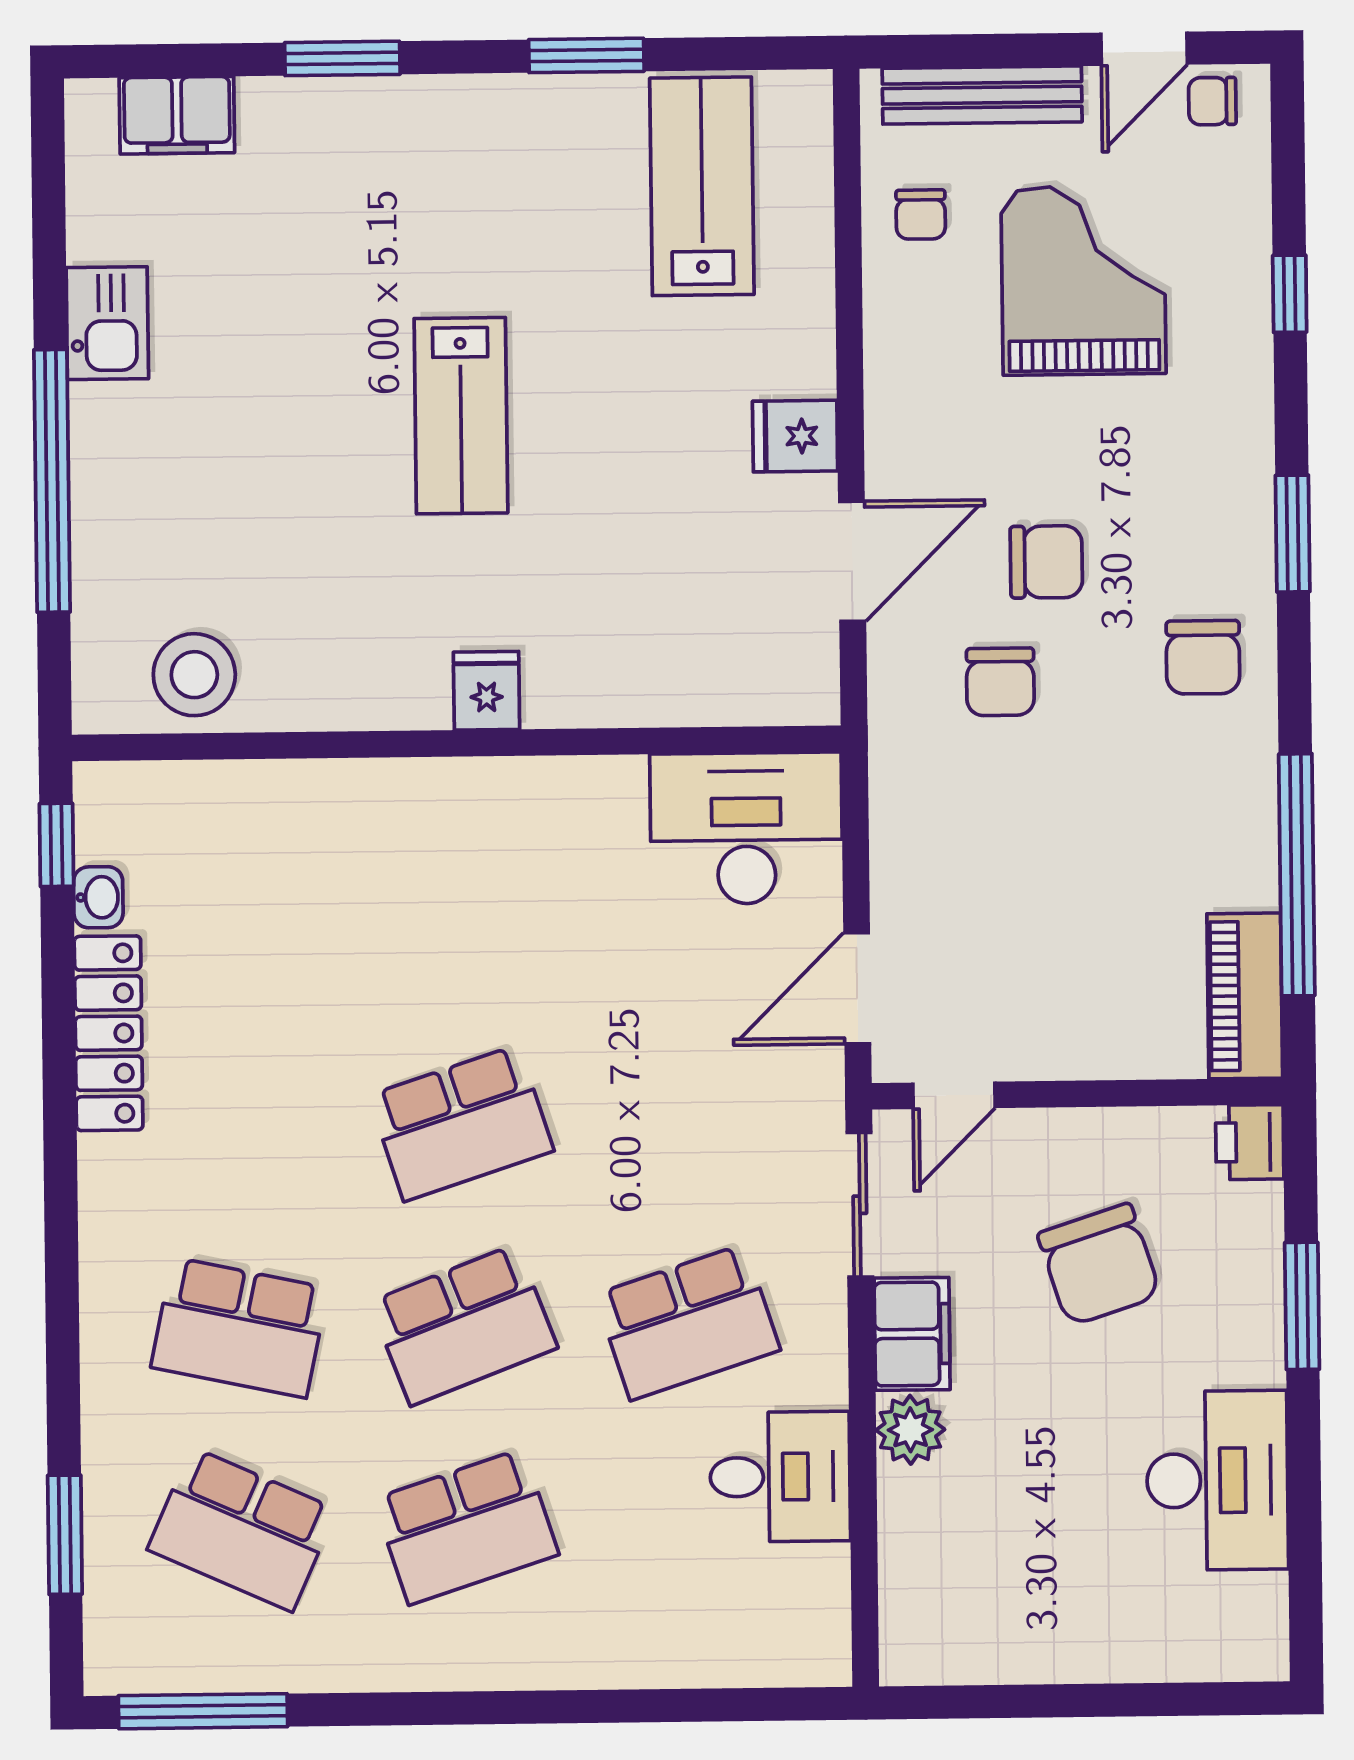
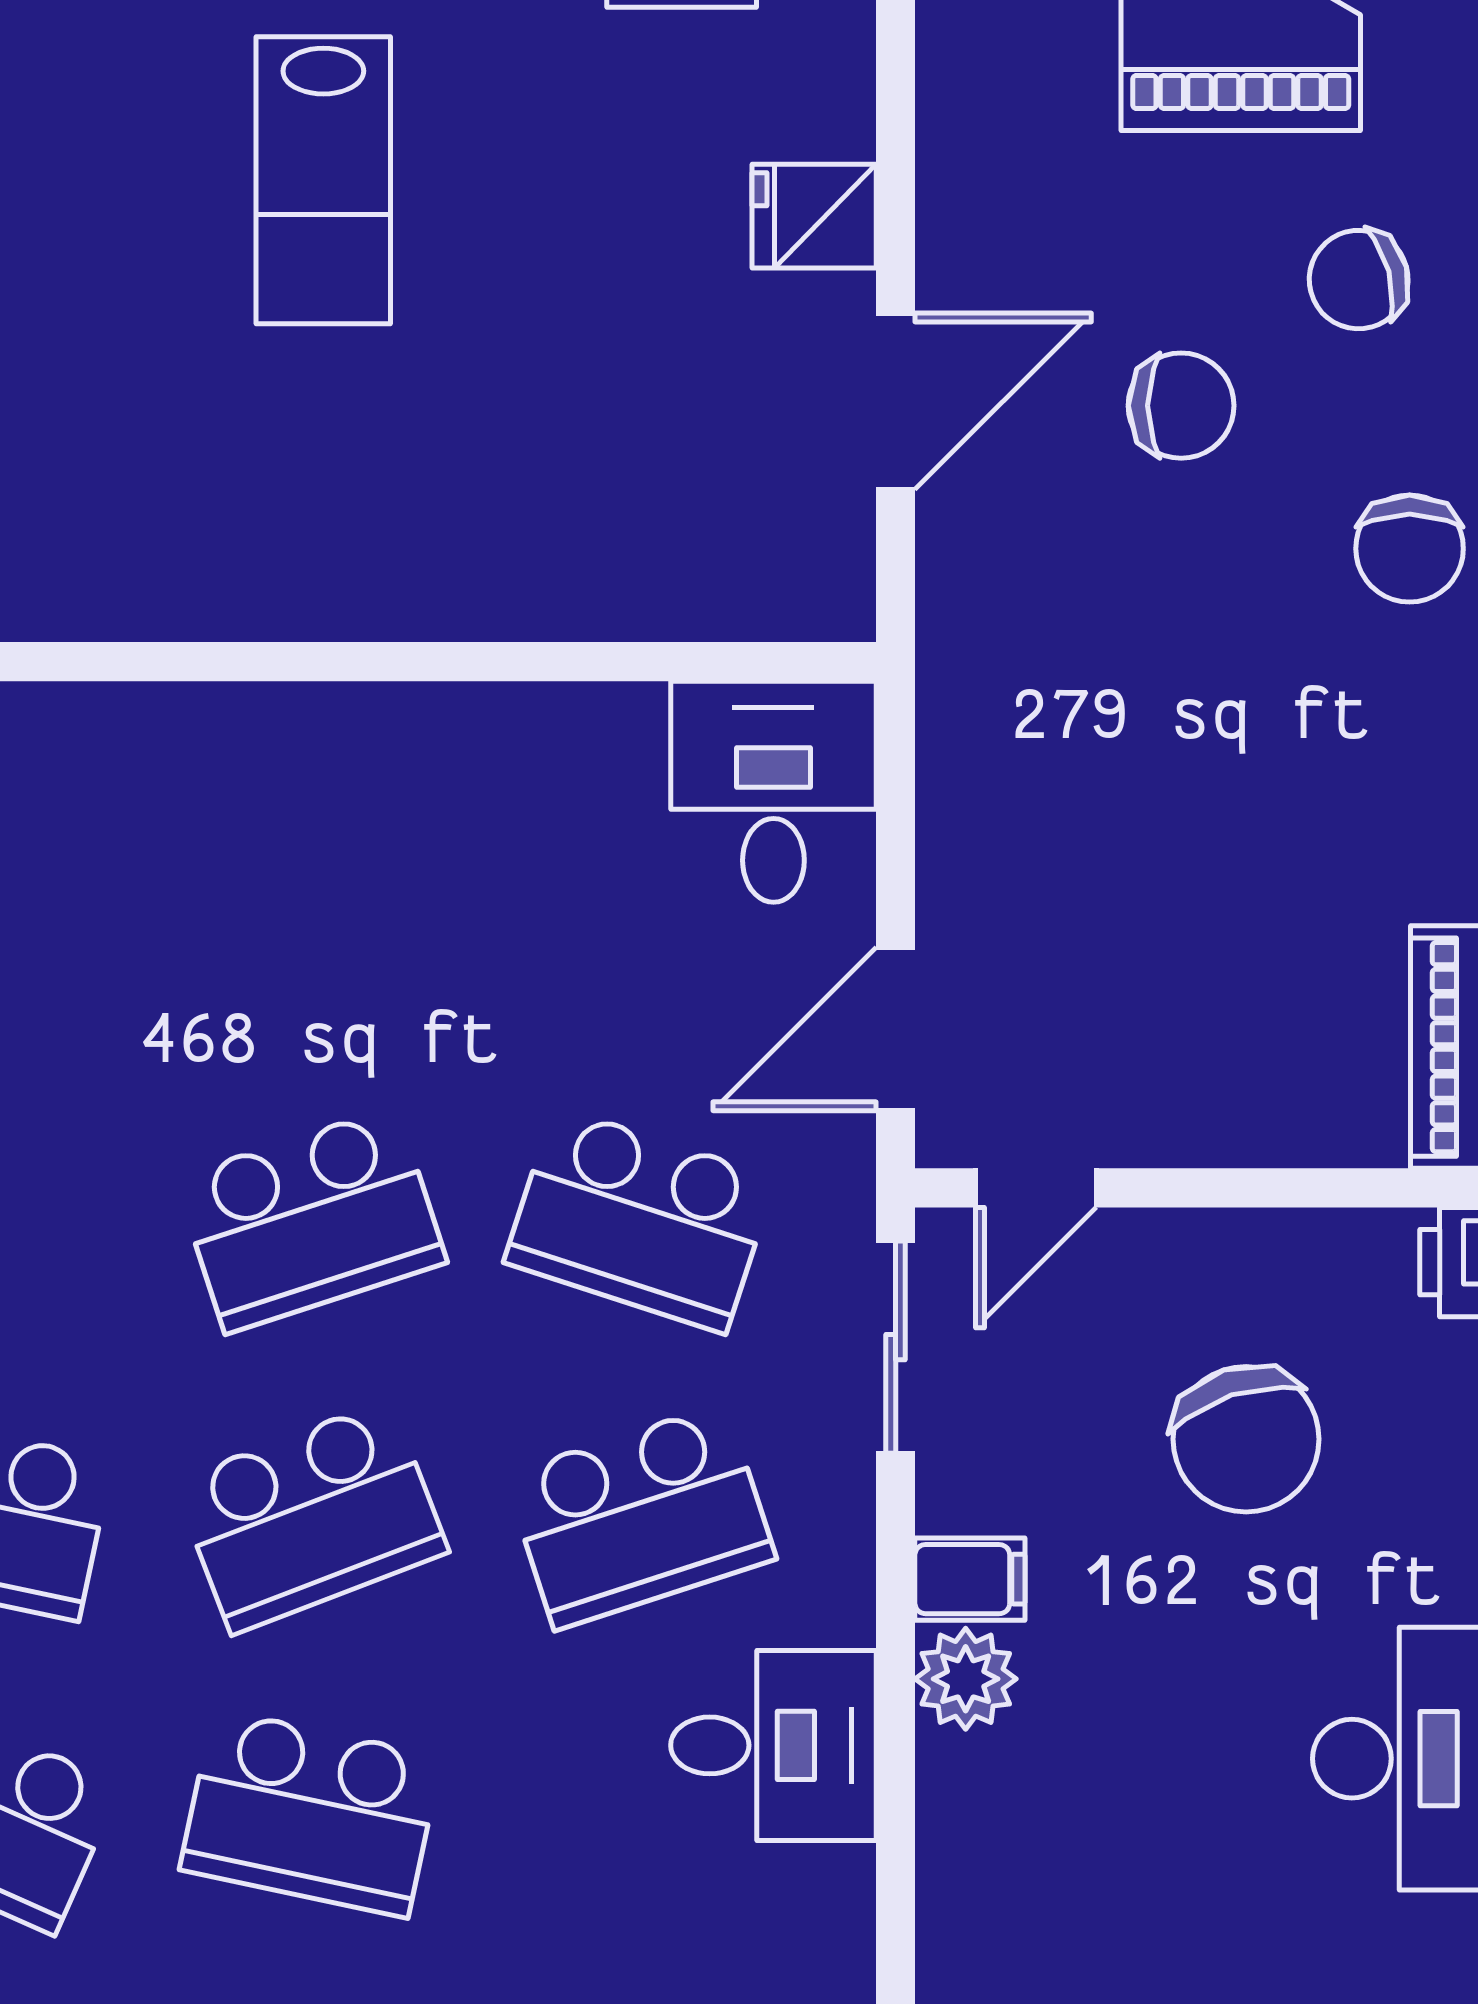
chair: (1000, 682) -> (1359, 280), moved, turned 75
fridge: (487, 691) -> (356, 585), removed
desk: (746, 828) -> (773, 792), width x0.73
school desk: (685, 1120) -> (640, 1220), added
filing cabinet: (912, 1334) -> (970, 1579), width x0.50
school desk: (466, 1527) -> (311, 1813), turned 30

